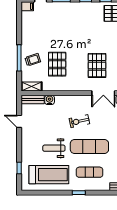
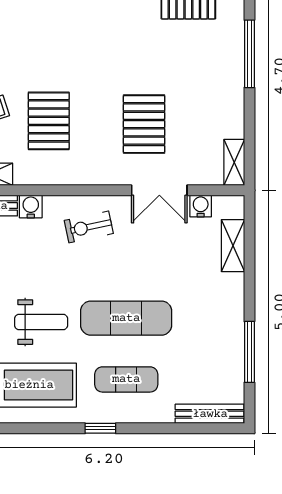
exercise bike: (79, 121) -> (89, 227), moved
weight bench: (54, 148) -> (41, 322), turned 180

